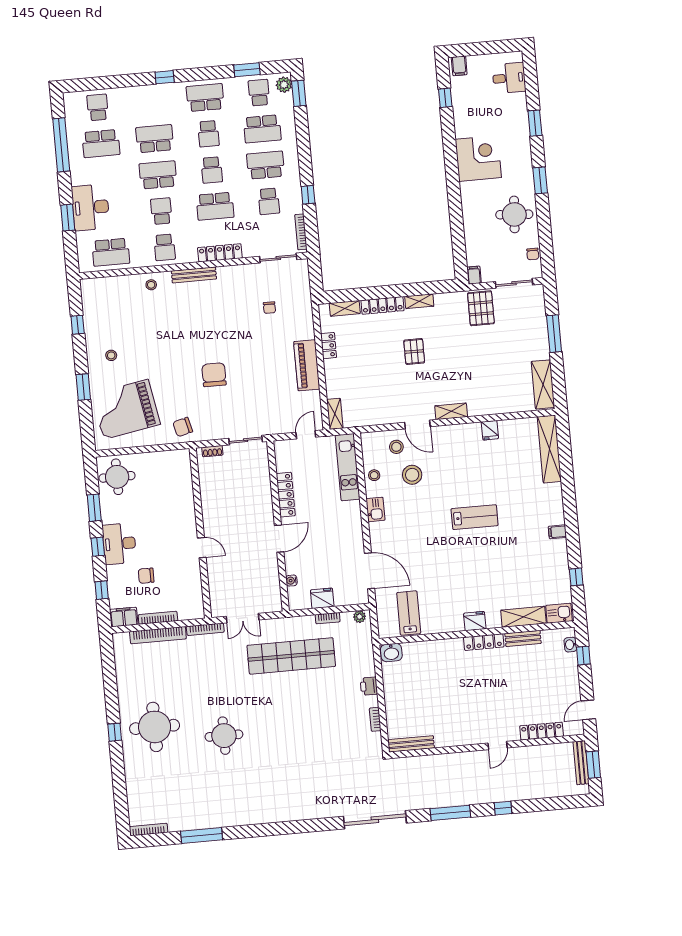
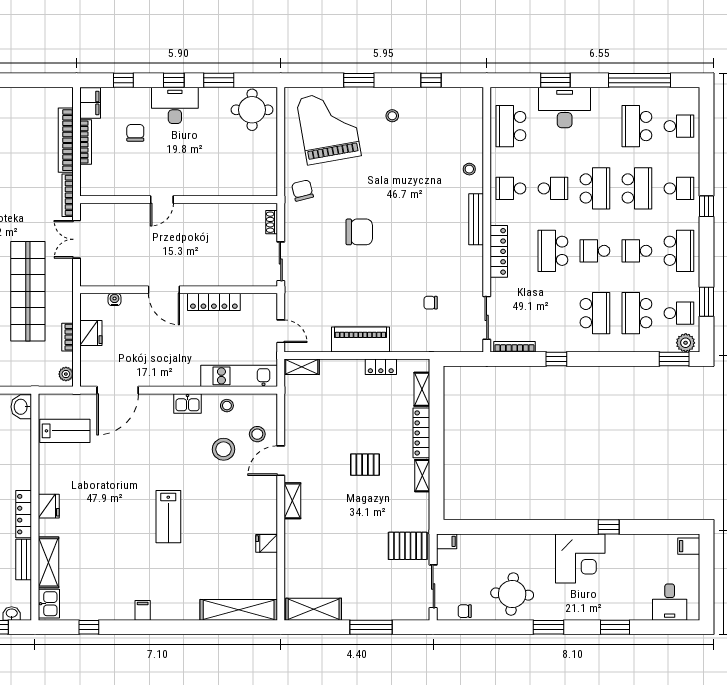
window: (445, 98) -> (609, 527), moved
school desk: (269, 201) -> (679, 188), moved, turned 180

